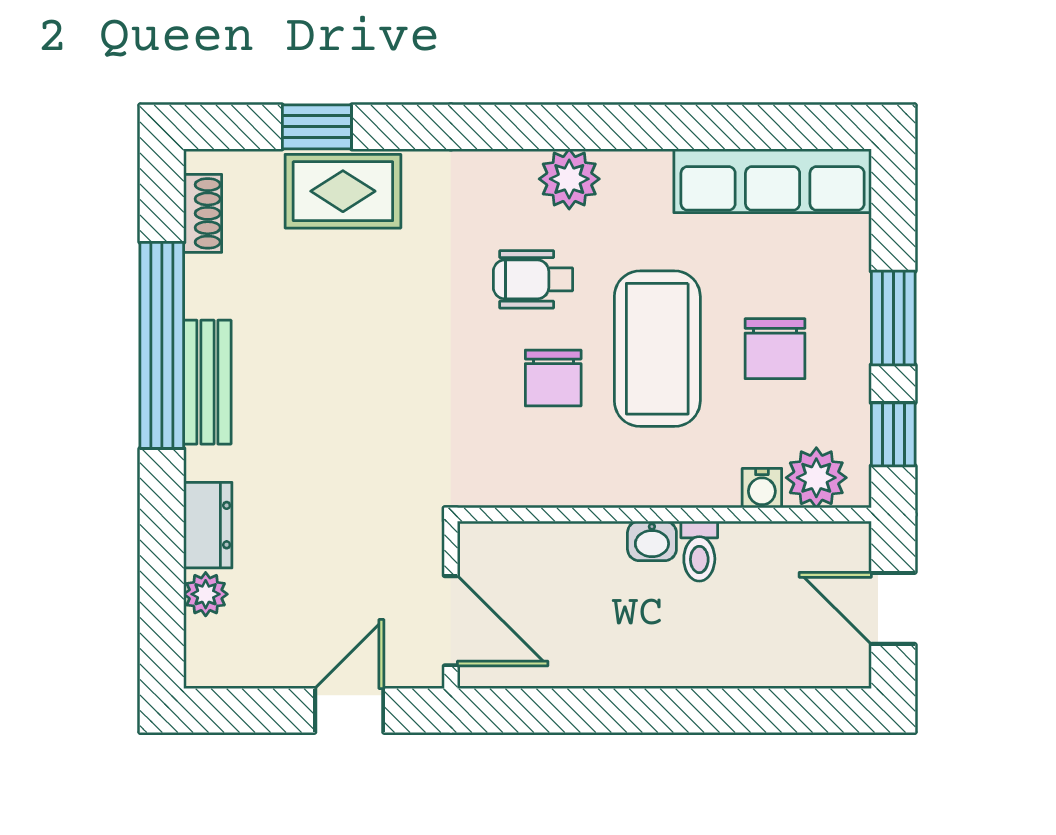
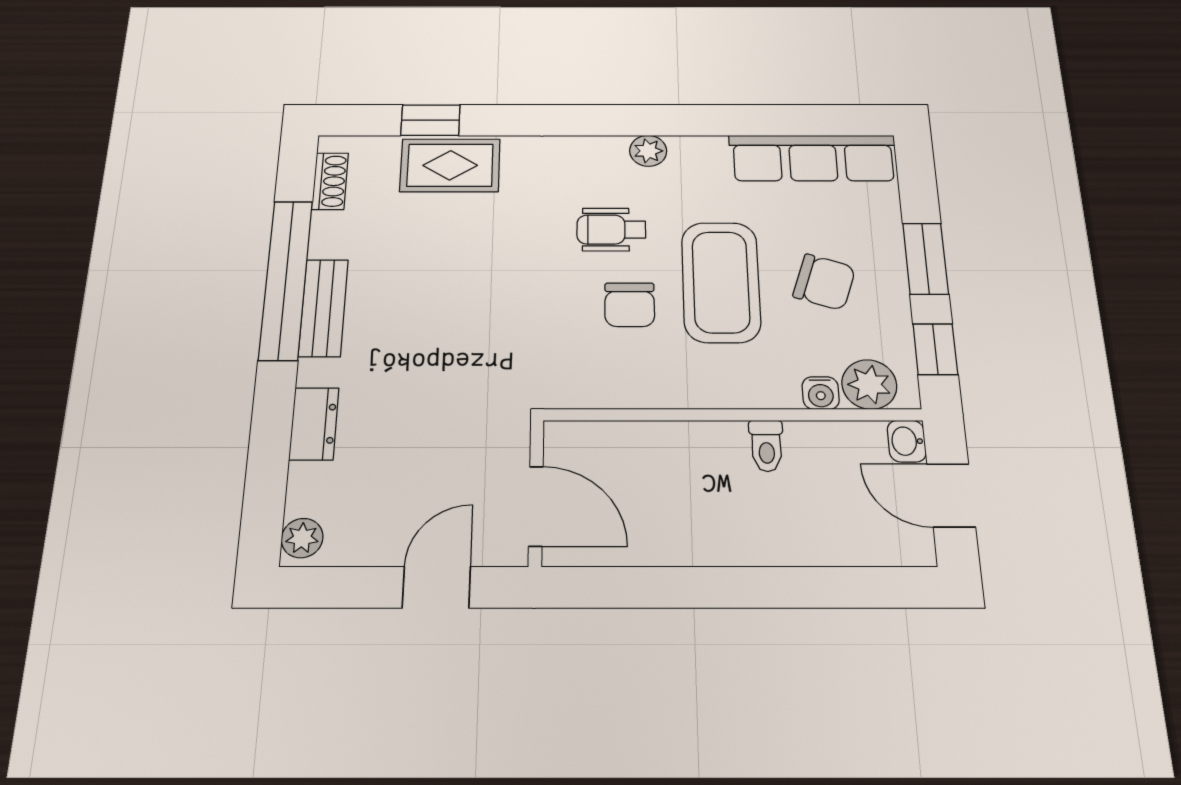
plant: (569, 179) -> (648, 151), width x0.73, depth x0.73
chair: (775, 349) -> (824, 282), turned -72
washbasin: (652, 541) -> (907, 441), moved, turned 90
plant: (206, 594) -> (302, 538), moved

